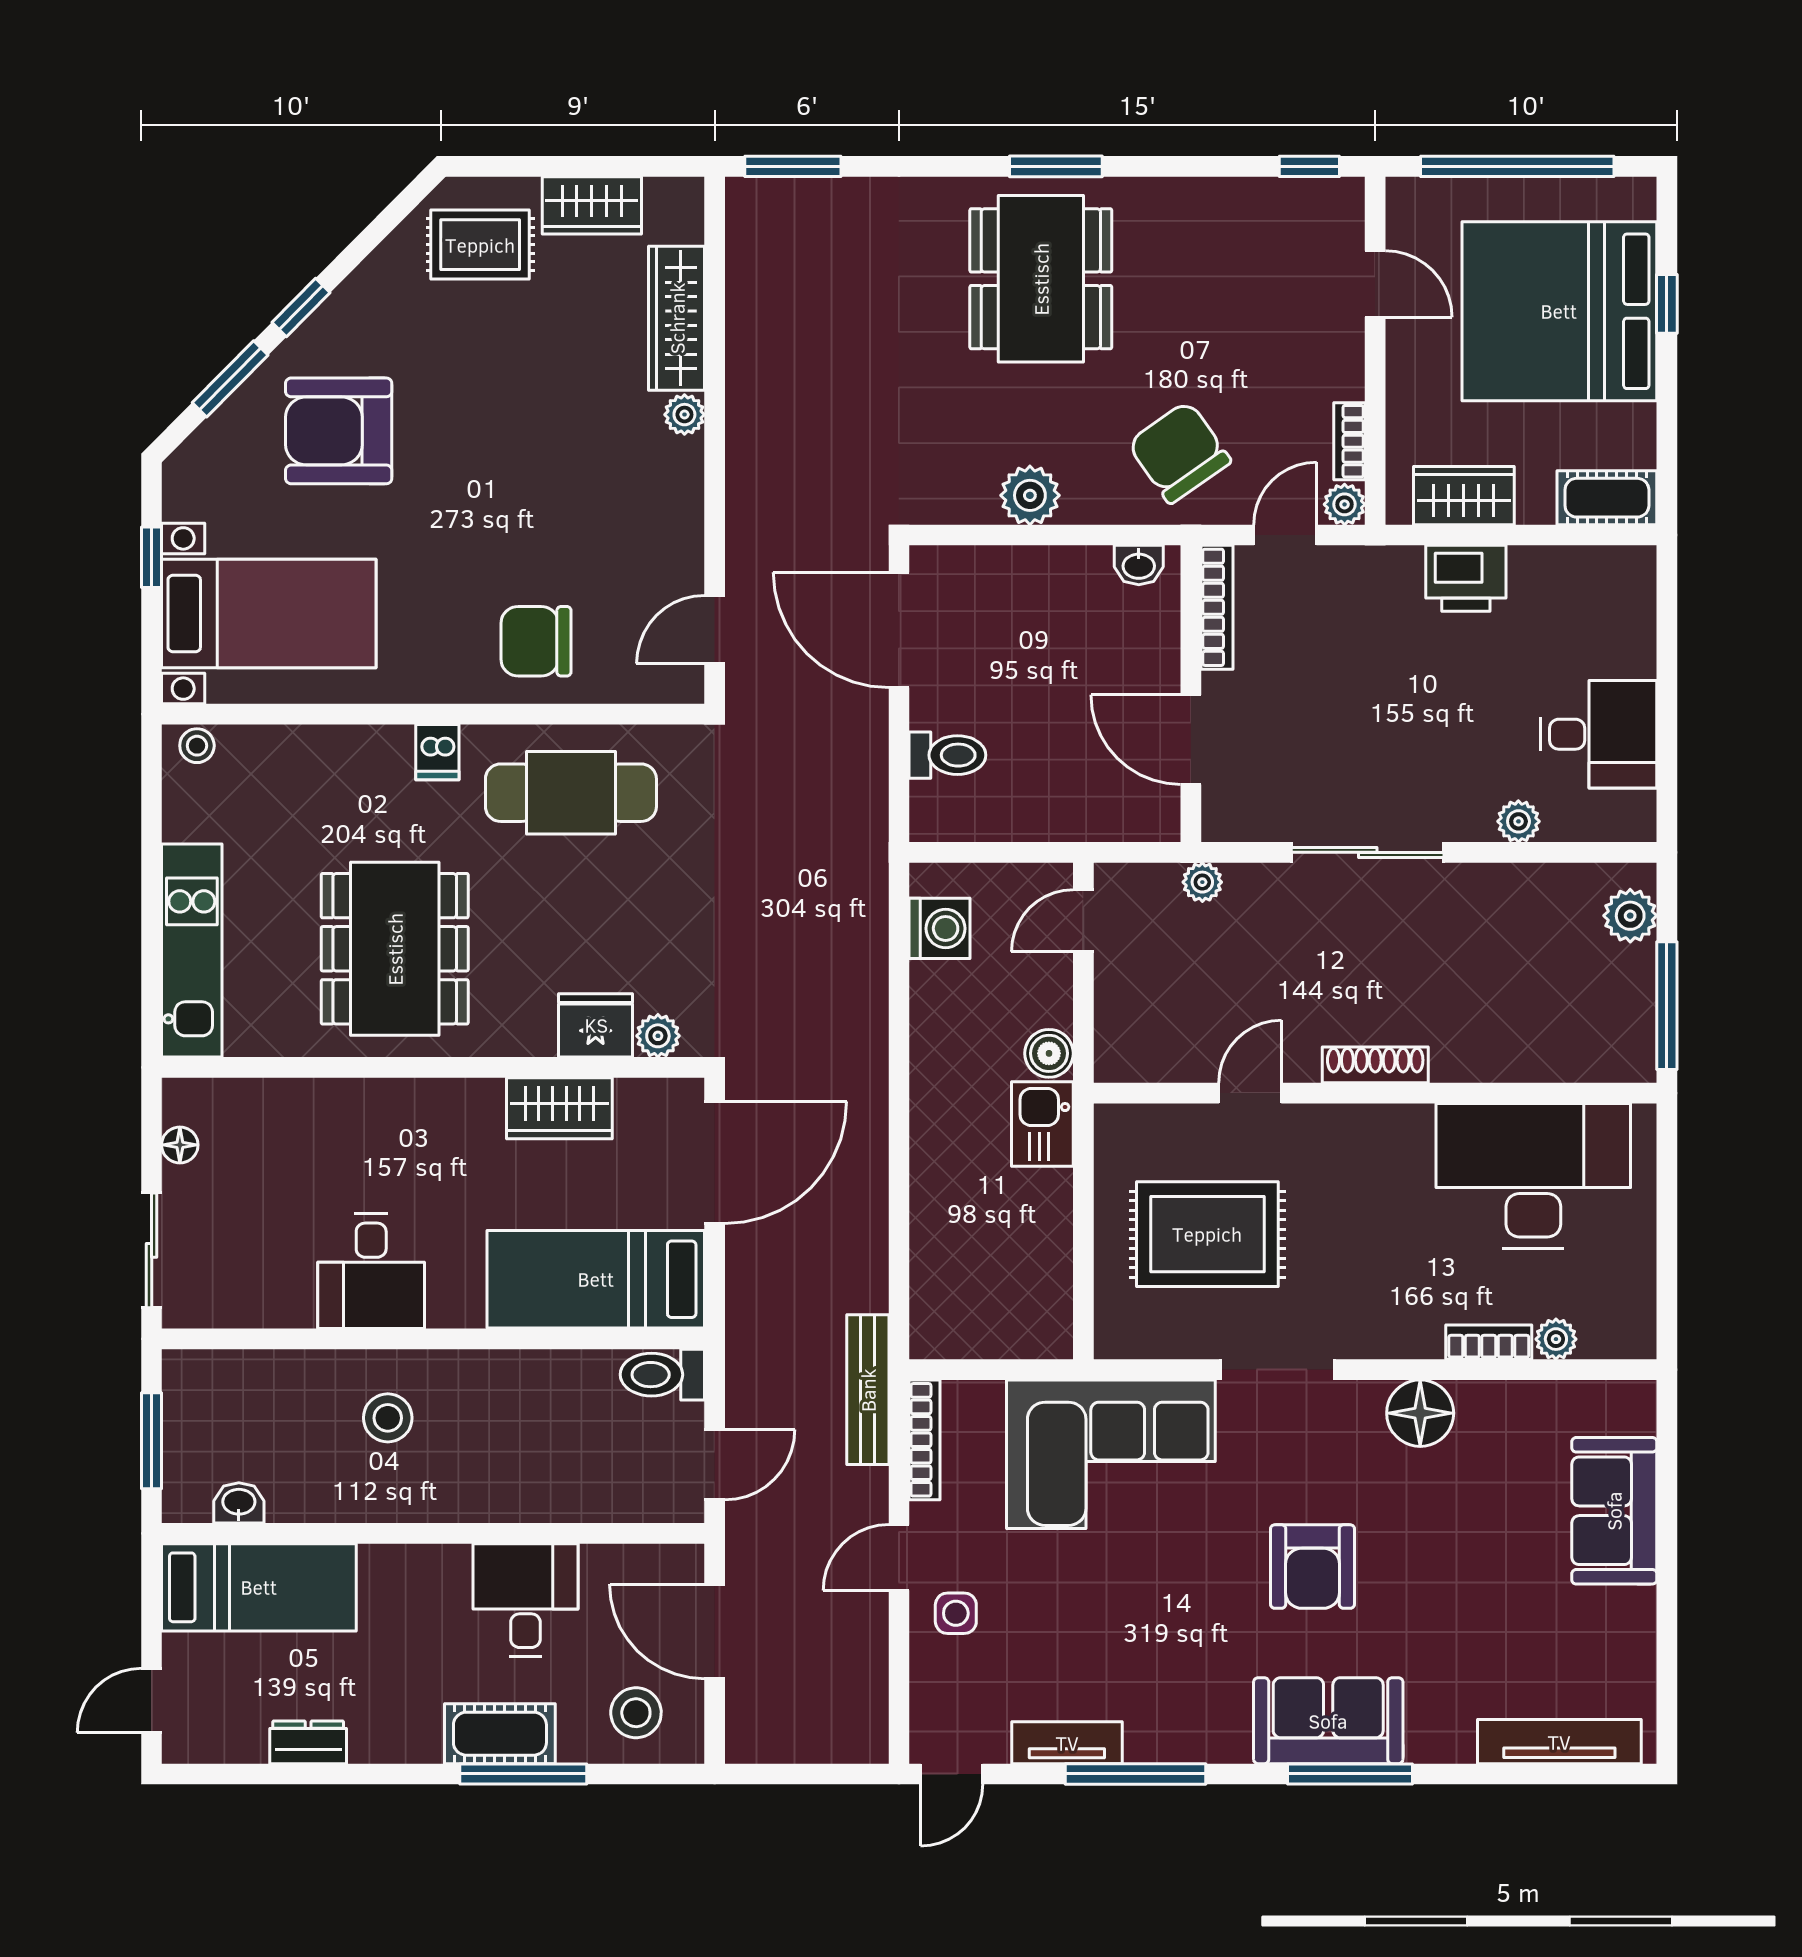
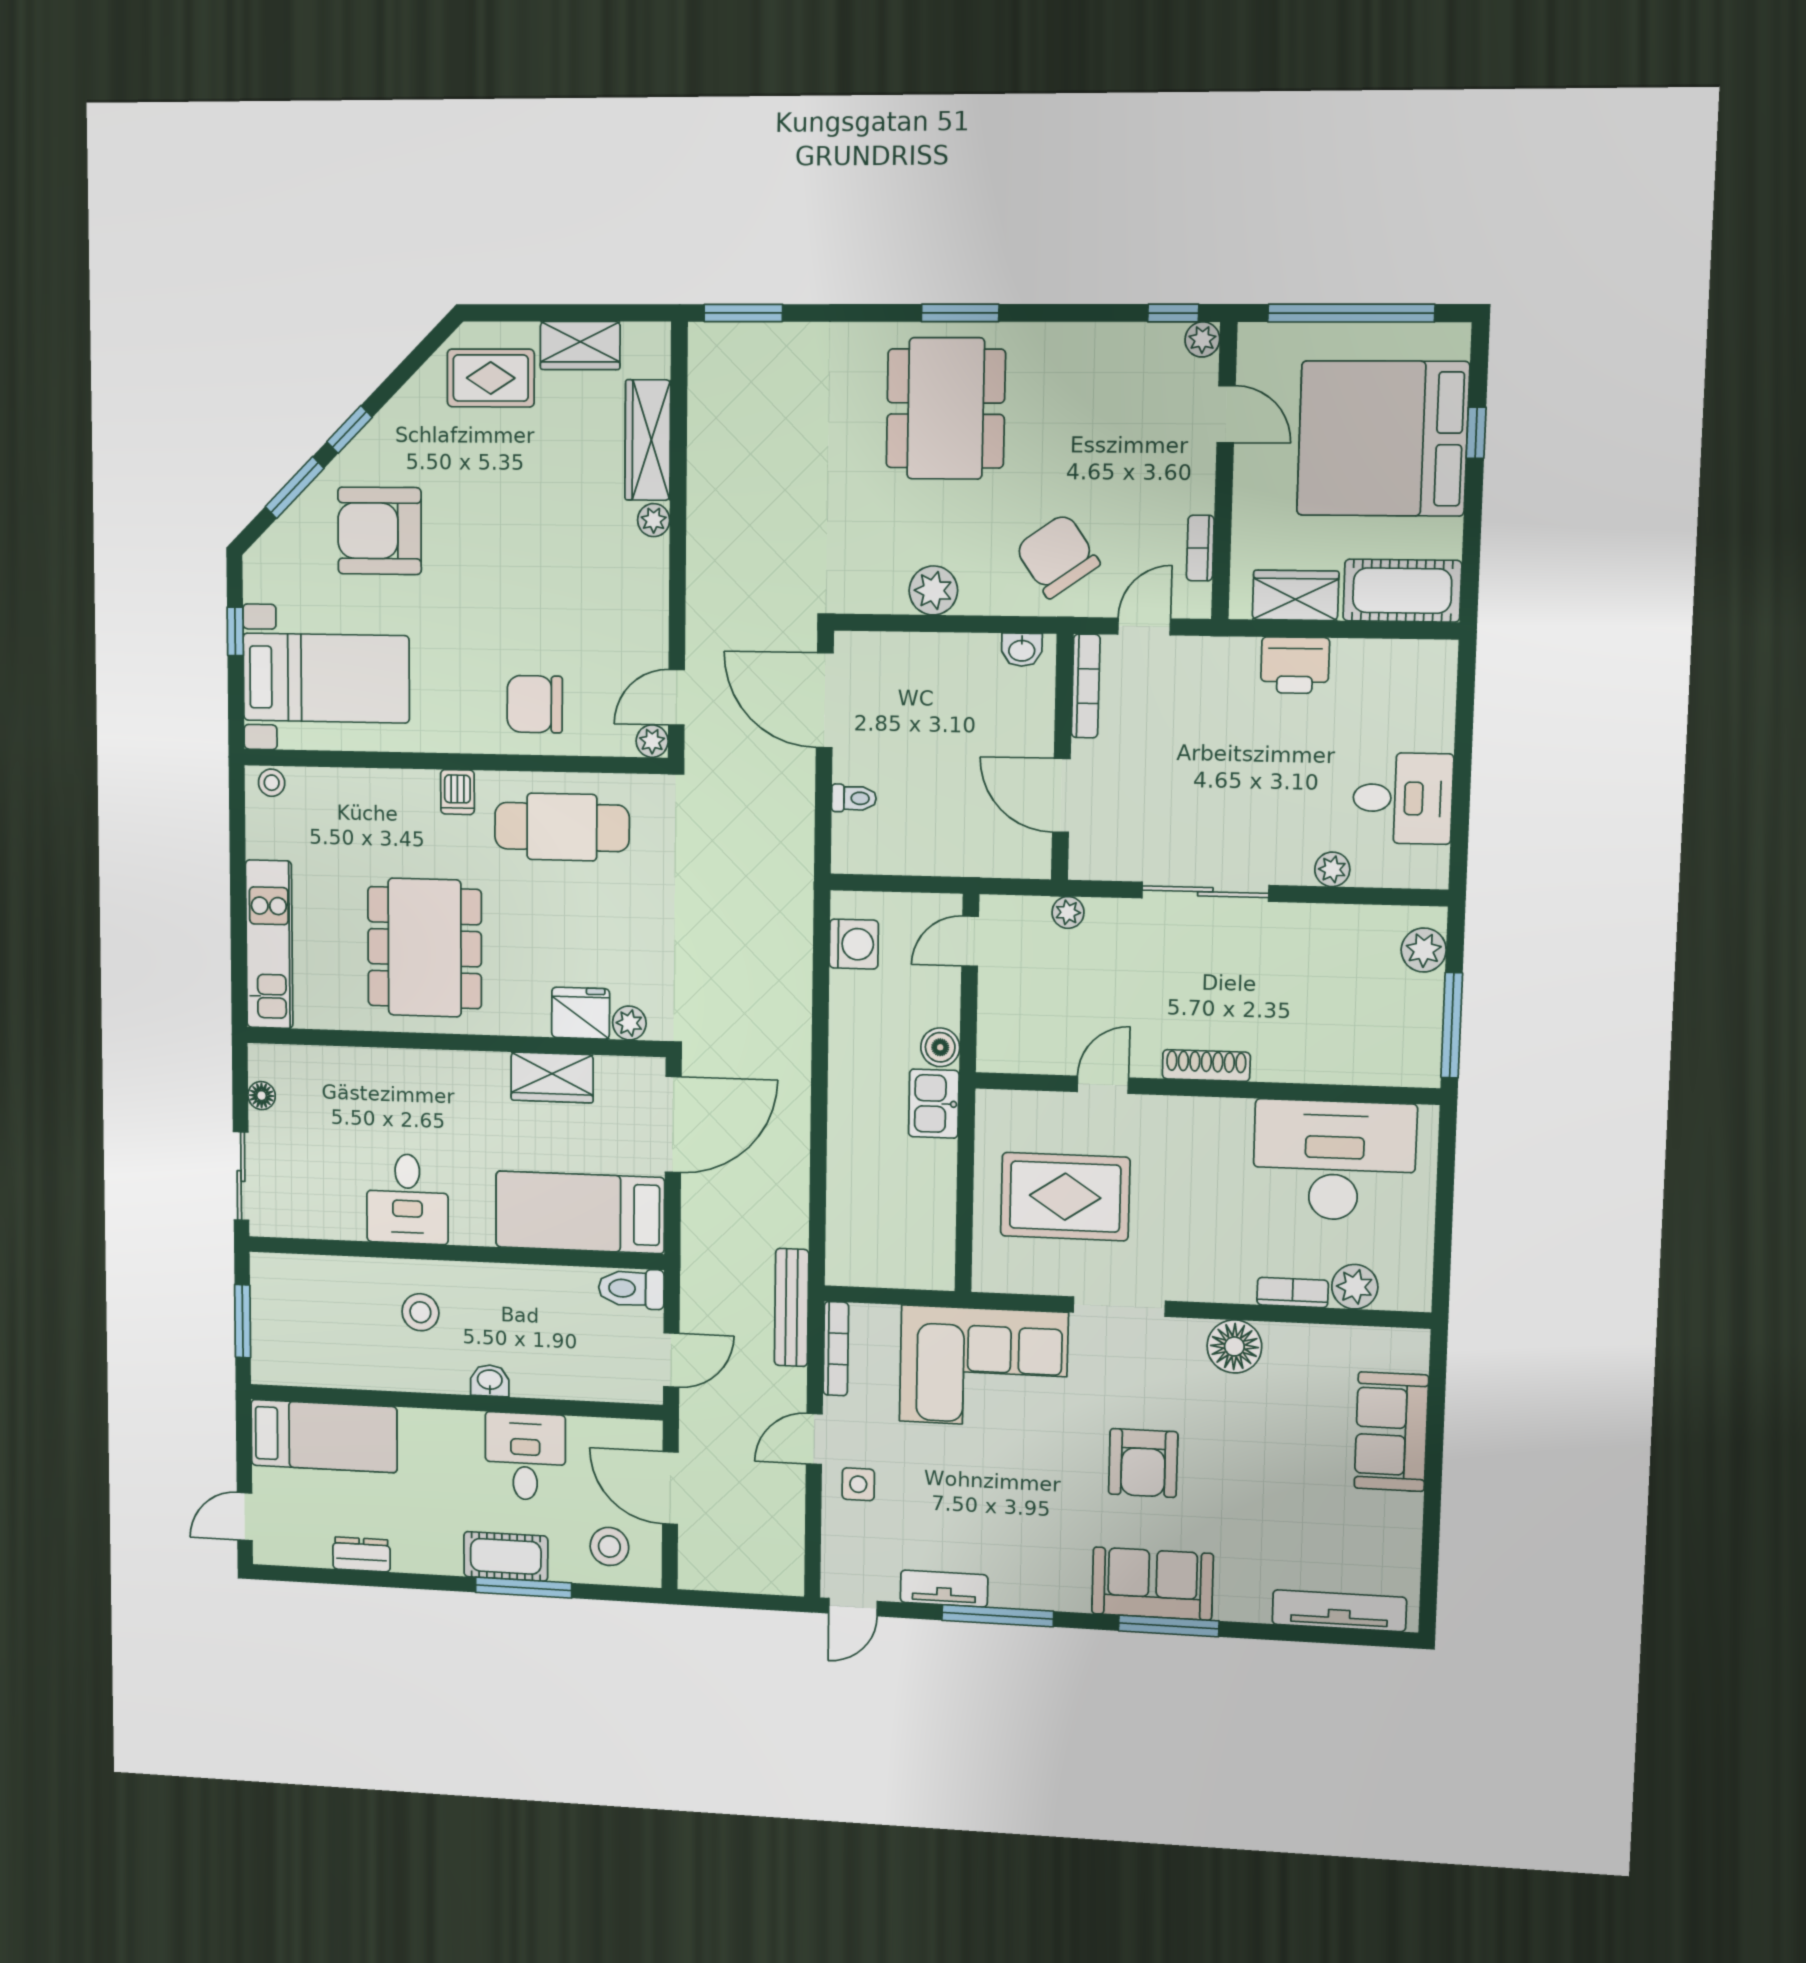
cot: (1607, 498) -> (1402, 591), width x1.37, depth x1.34
plant: (1345, 504) -> (1202, 339), moved
plant: (684, 684) -> (652, 741), added
toilet: (947, 755) -> (854, 798), width x0.73, depth x0.72
plant: (1556, 1339) -> (1355, 1287), width x1.38, depth x1.38
washbasin: (239, 1503) -> (490, 1381), moved

